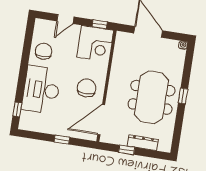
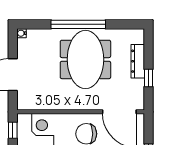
window: (183, 96) -> (78, 24), width x3.17
meeting table: (151, 97) -> (85, 59), turned 90

